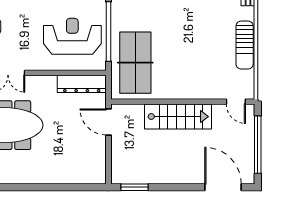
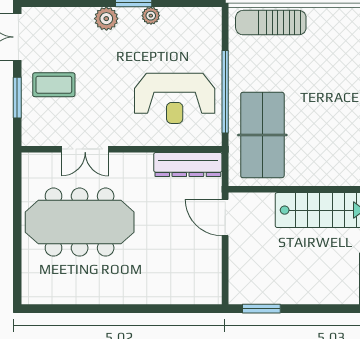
reception desk: (72, 36) -> (175, 98), turned 180

